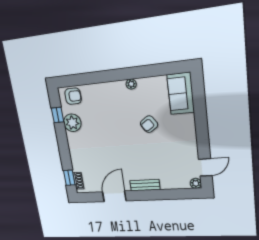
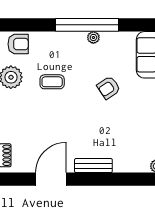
window: (124, 74) -> (87, 25), added
coffee table: (104, 124) -> (52, 82), added

